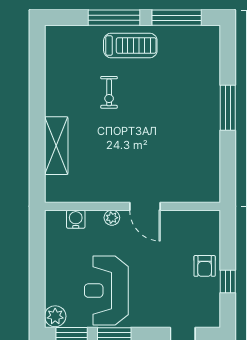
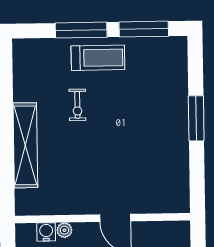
shelving: (56, 146) -> (25, 145), width x1.47
plant: (112, 218) -> (64, 230), moved

